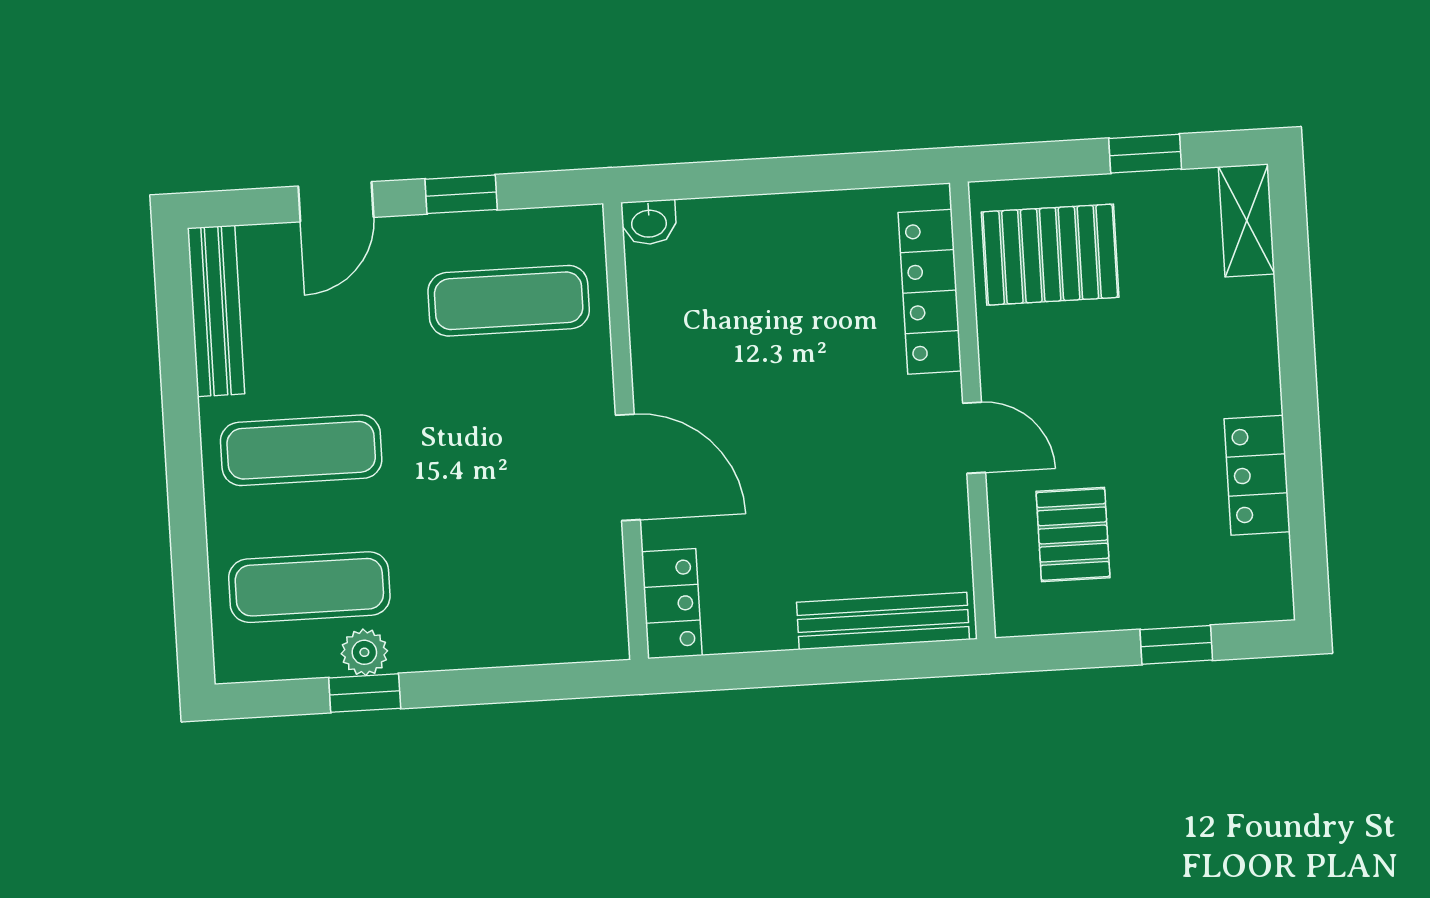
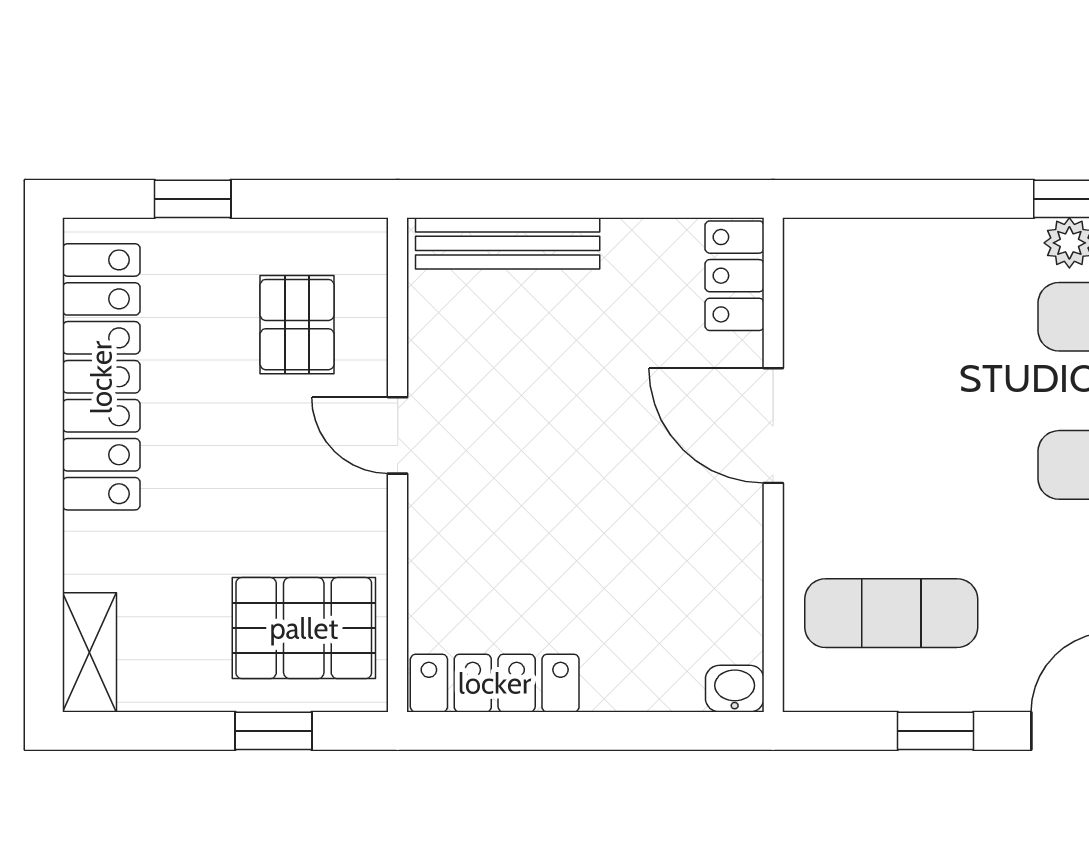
window: (1145, 154) -> (274, 731), moved
locker: (930, 292) -> (495, 683), moved, turned -90
locker: (1257, 475) -> (101, 377), width x2.16, depth x1.21

